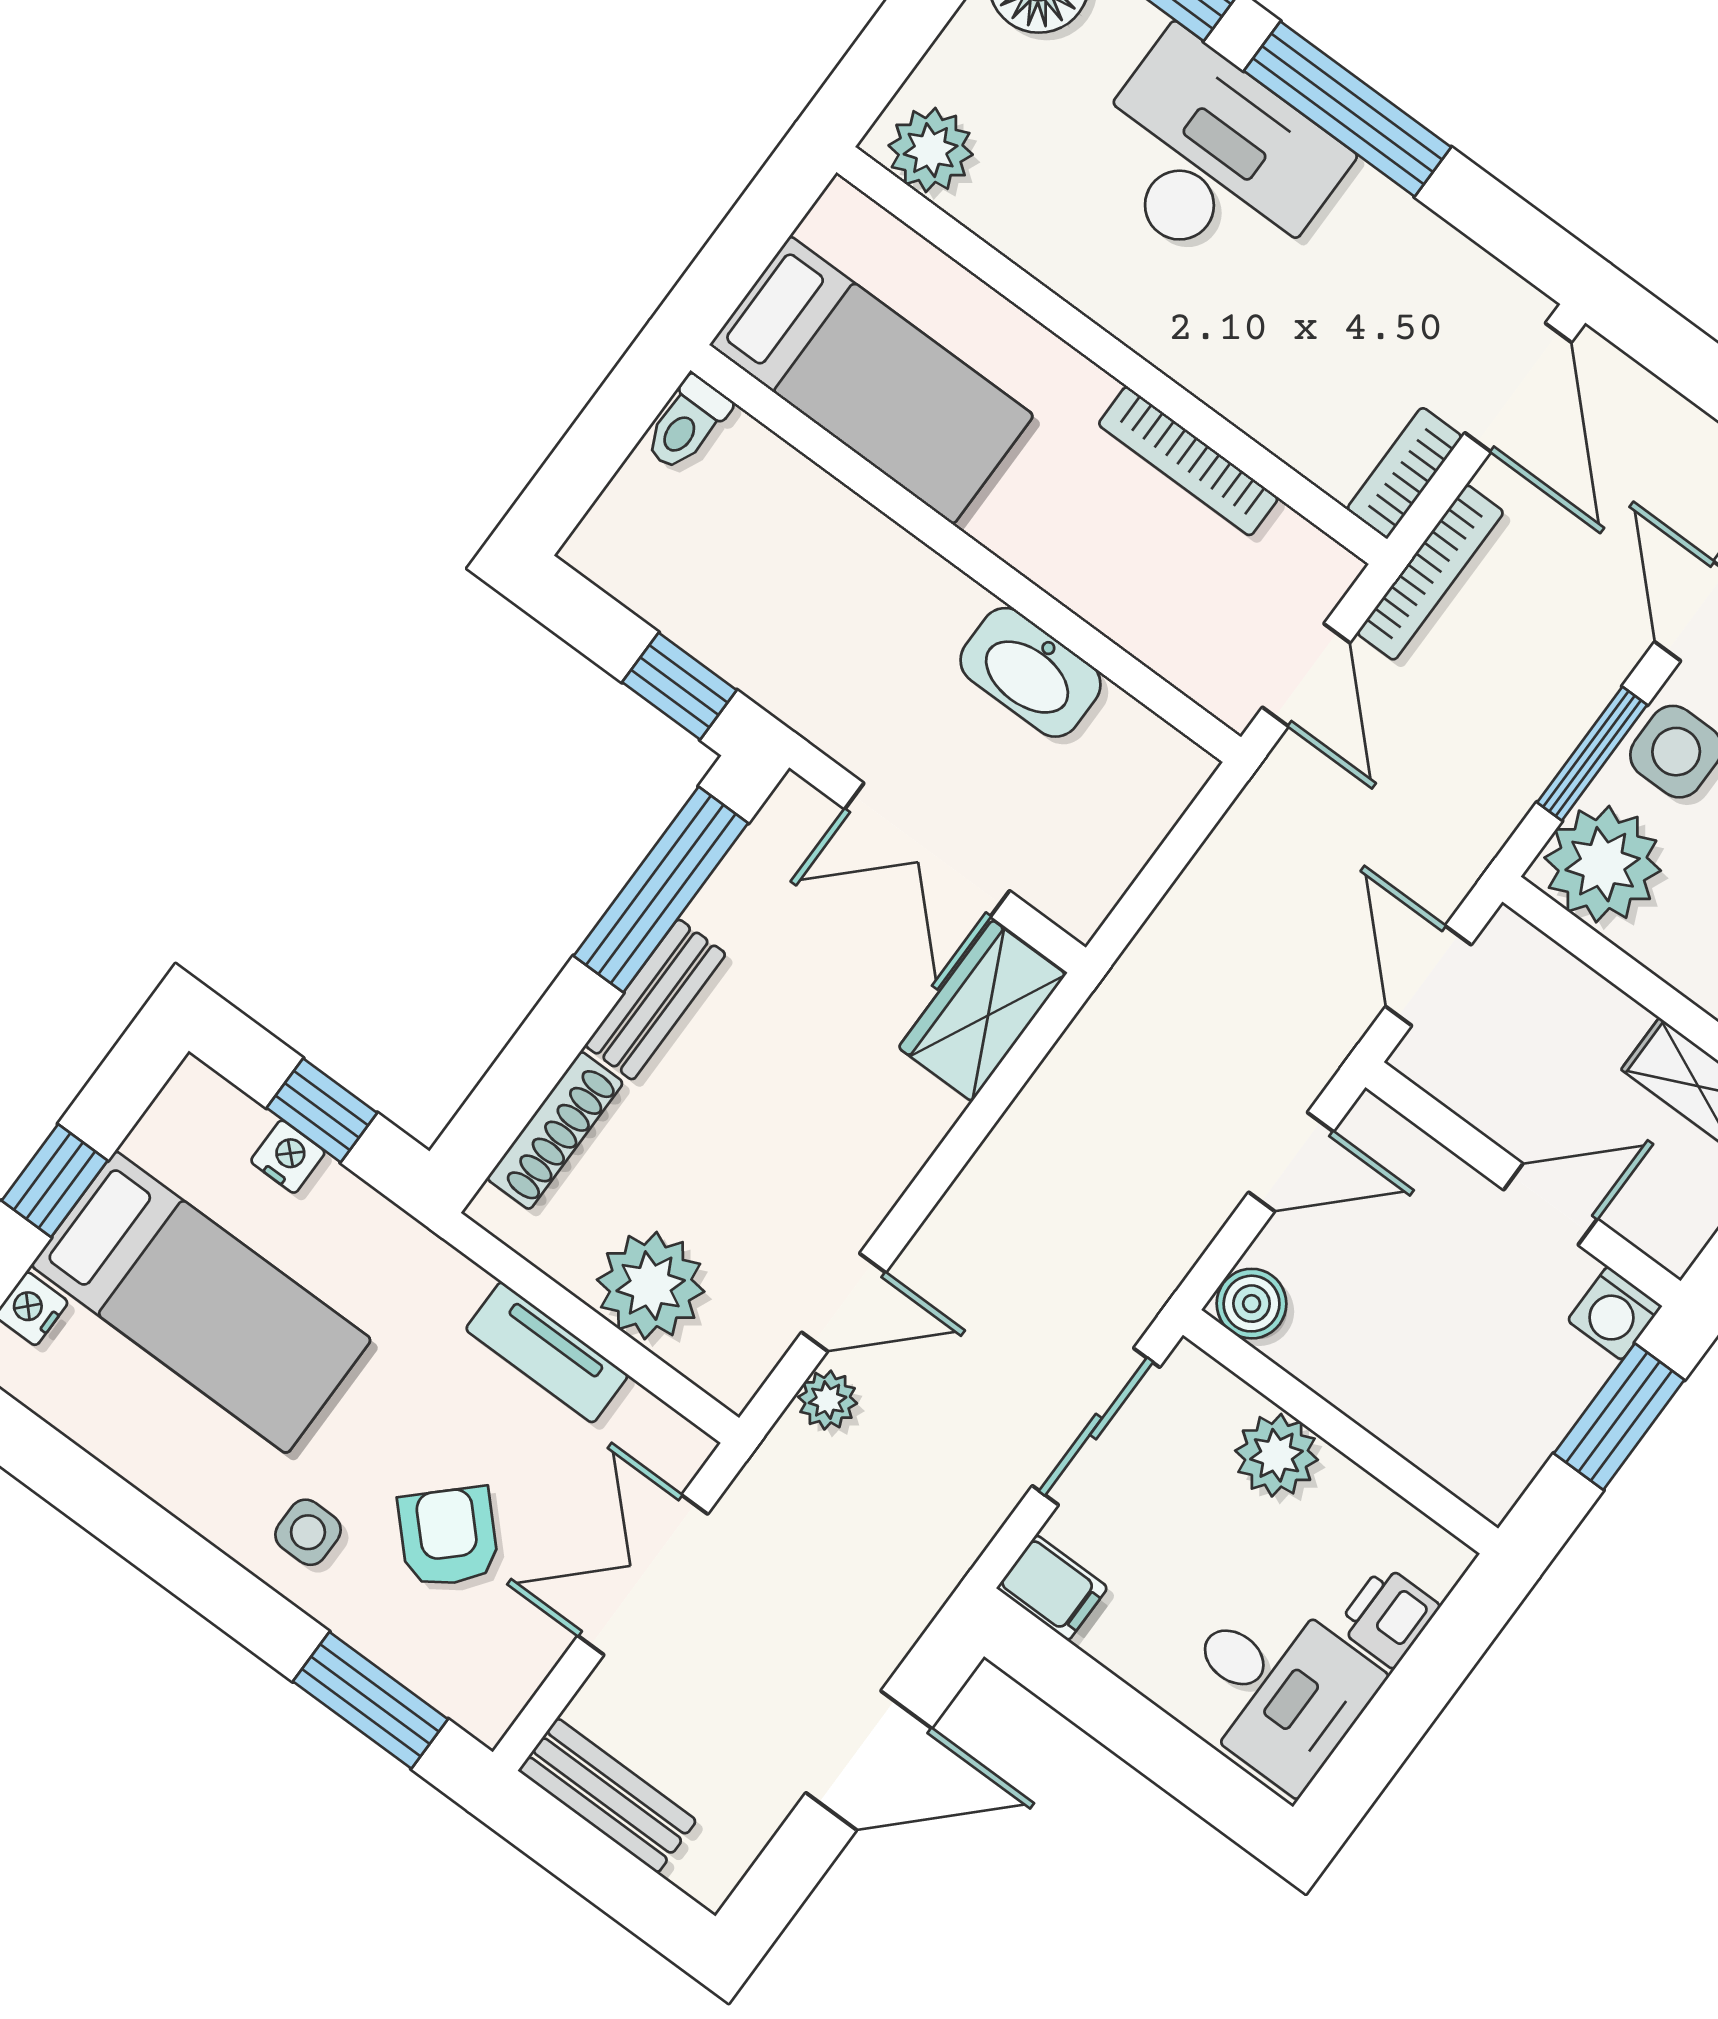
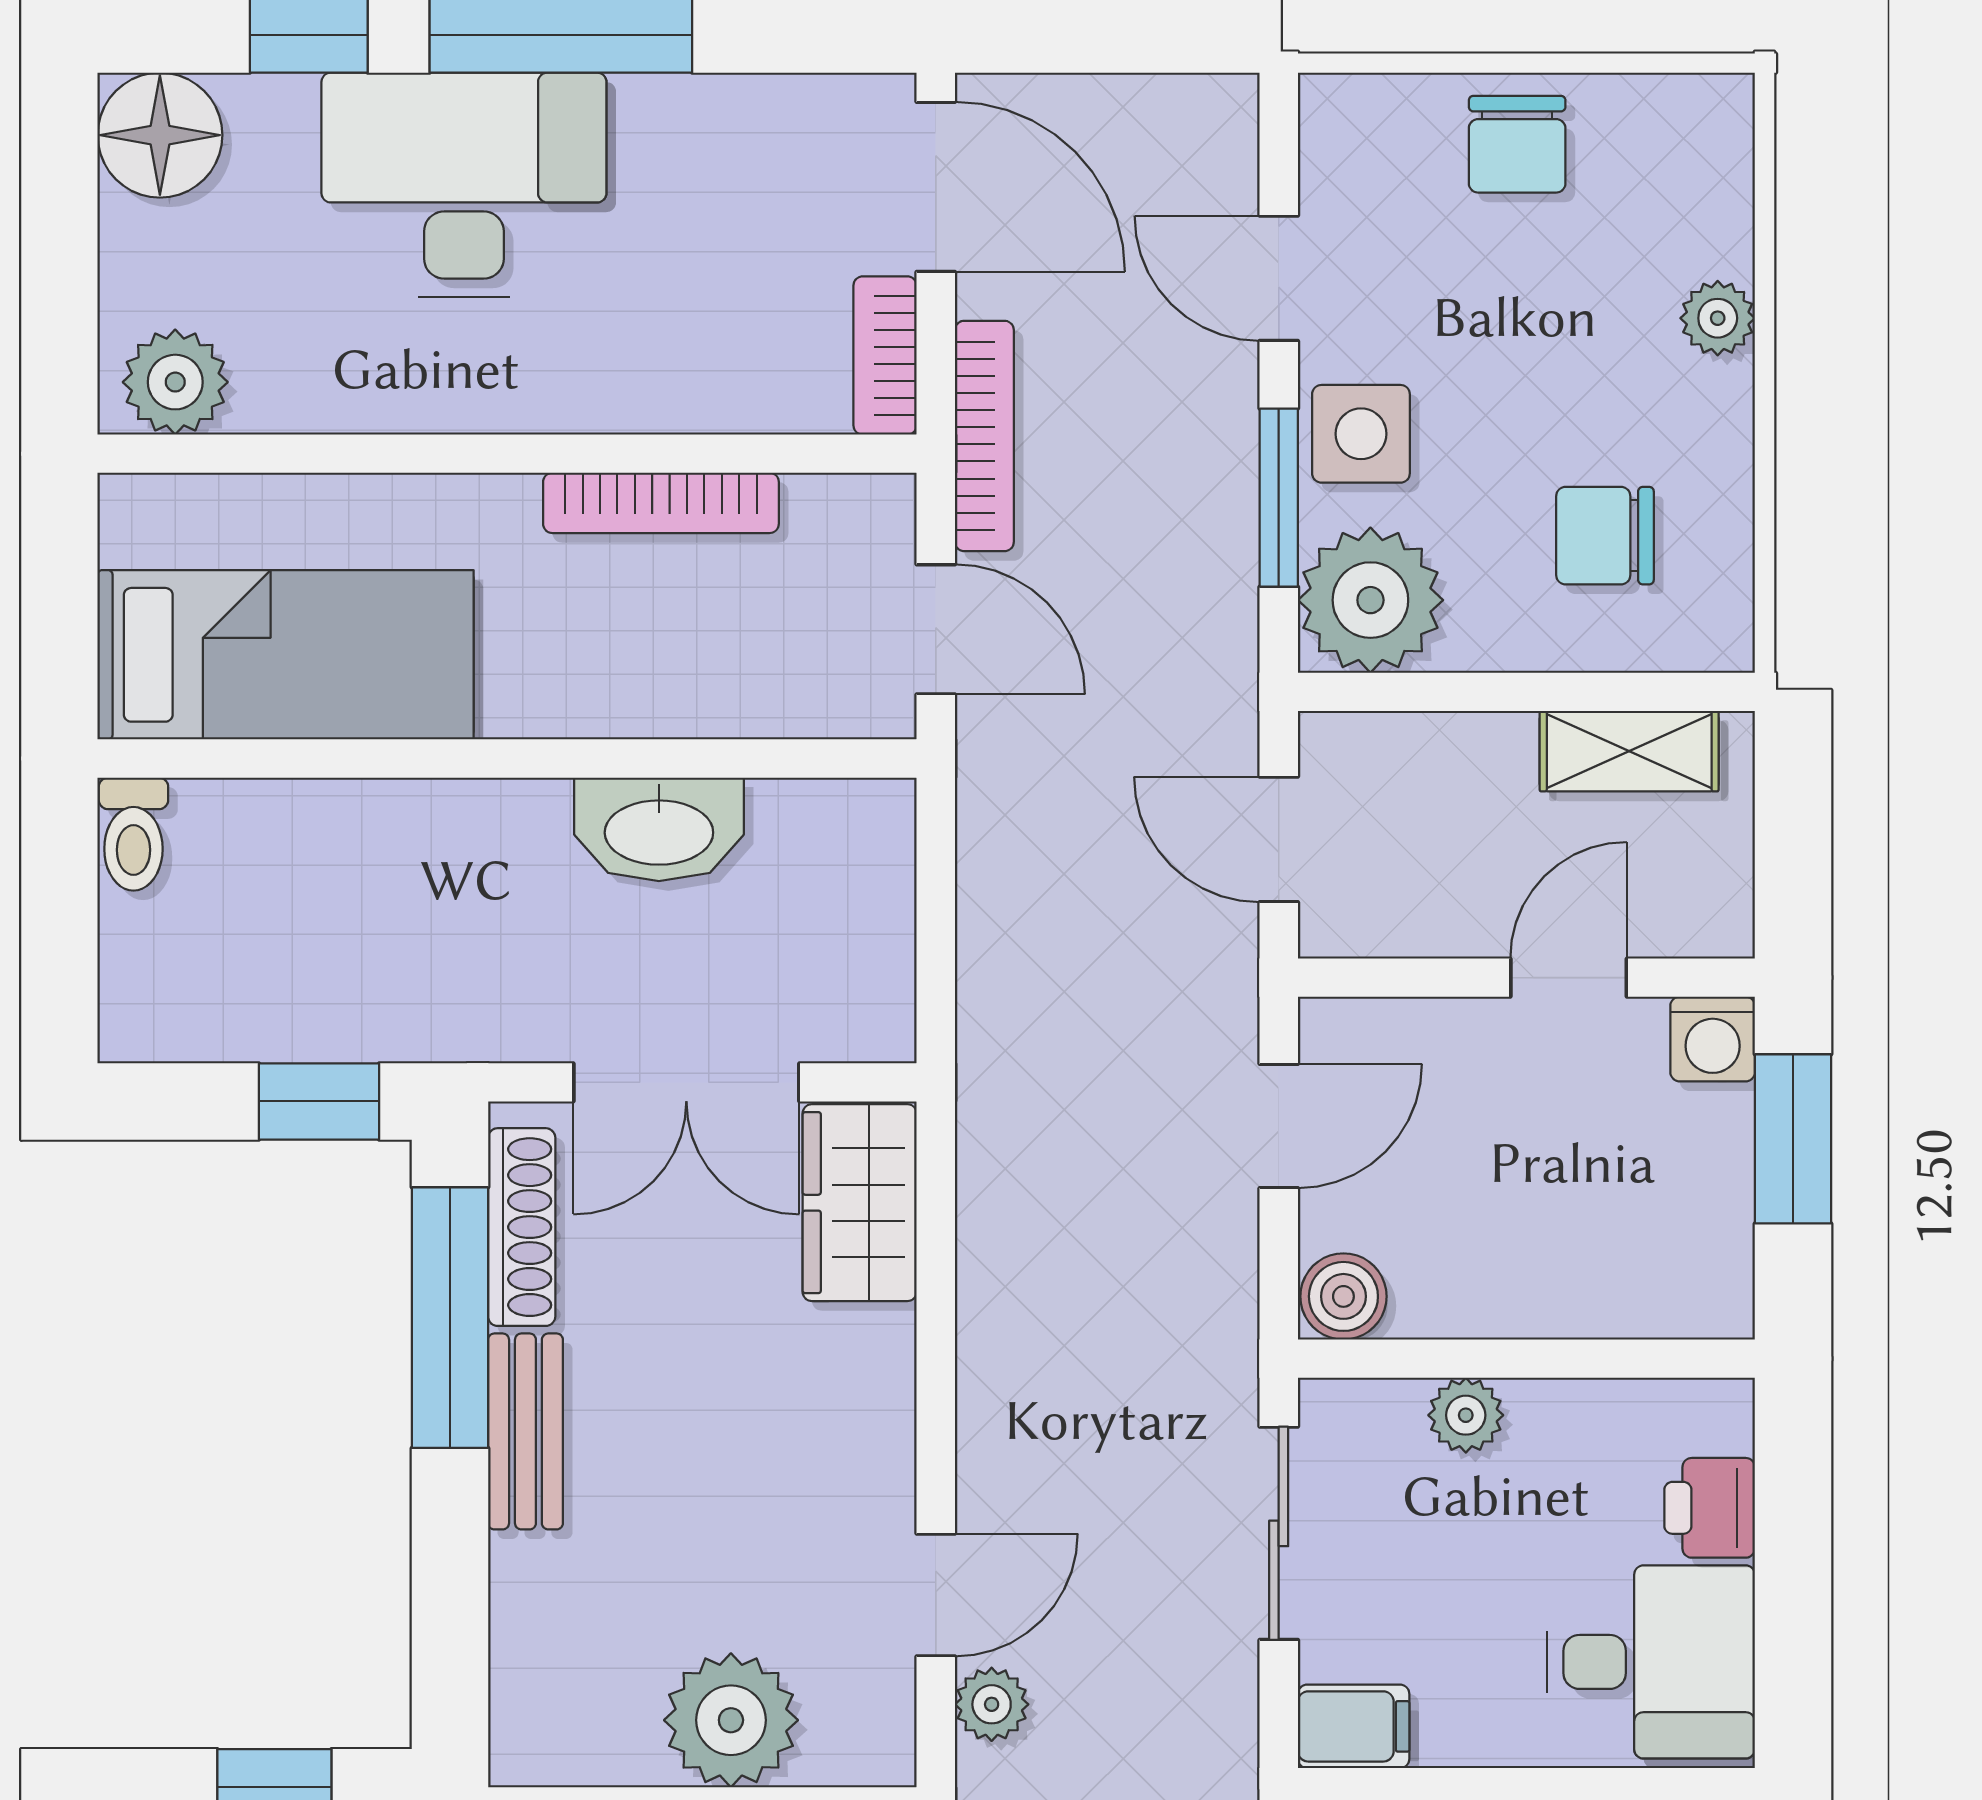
shoe rack: (555, 1130) -> (522, 1227), moved
plant: (1277, 1455) -> (1466, 1415), width x0.73, depth x0.73

